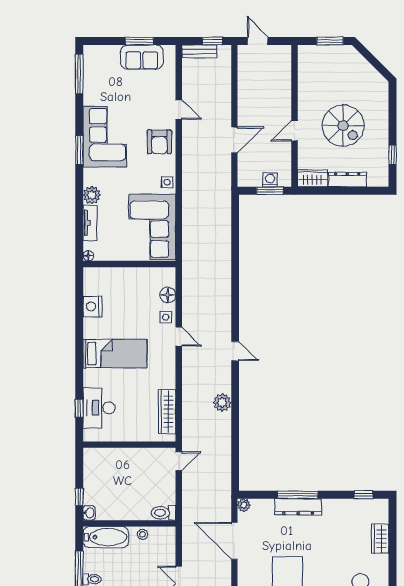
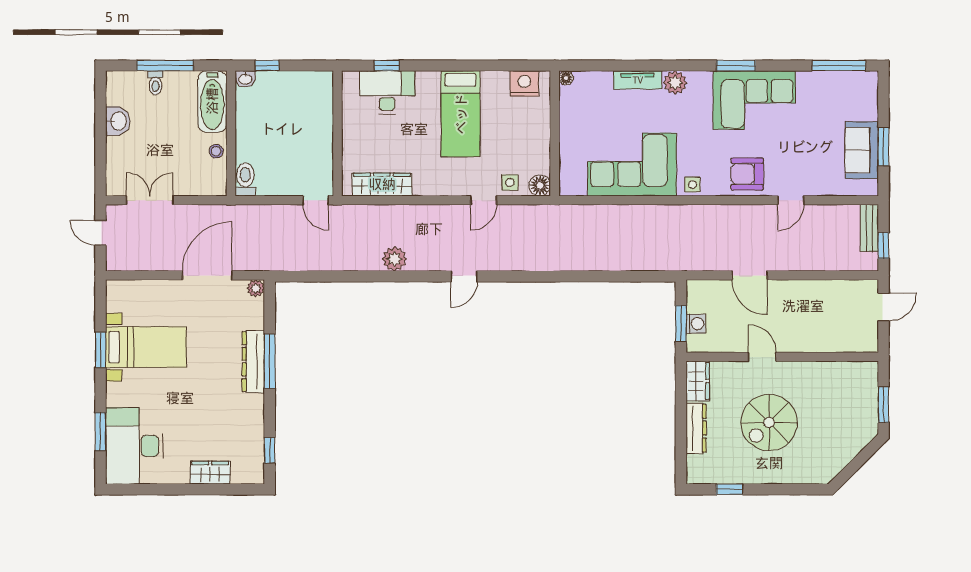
floor lamp: (88, 256) -> (566, 78), moved
wall: (129, 264) -> (555, 133), moved

